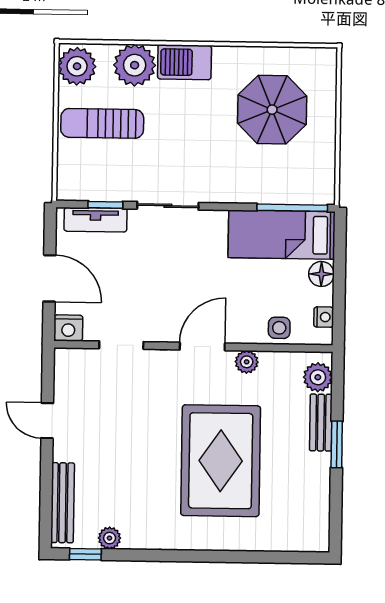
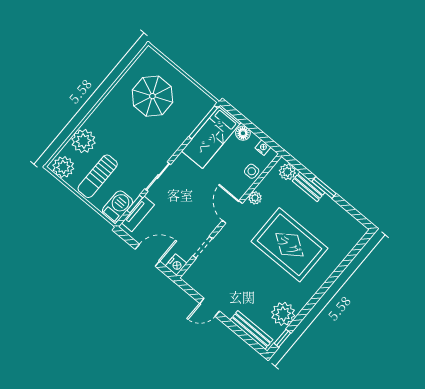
barbecue: (184, 62) -> (117, 206), moved, turned 180
plant: (110, 538) -> (283, 314), width x1.87, depth x1.87

